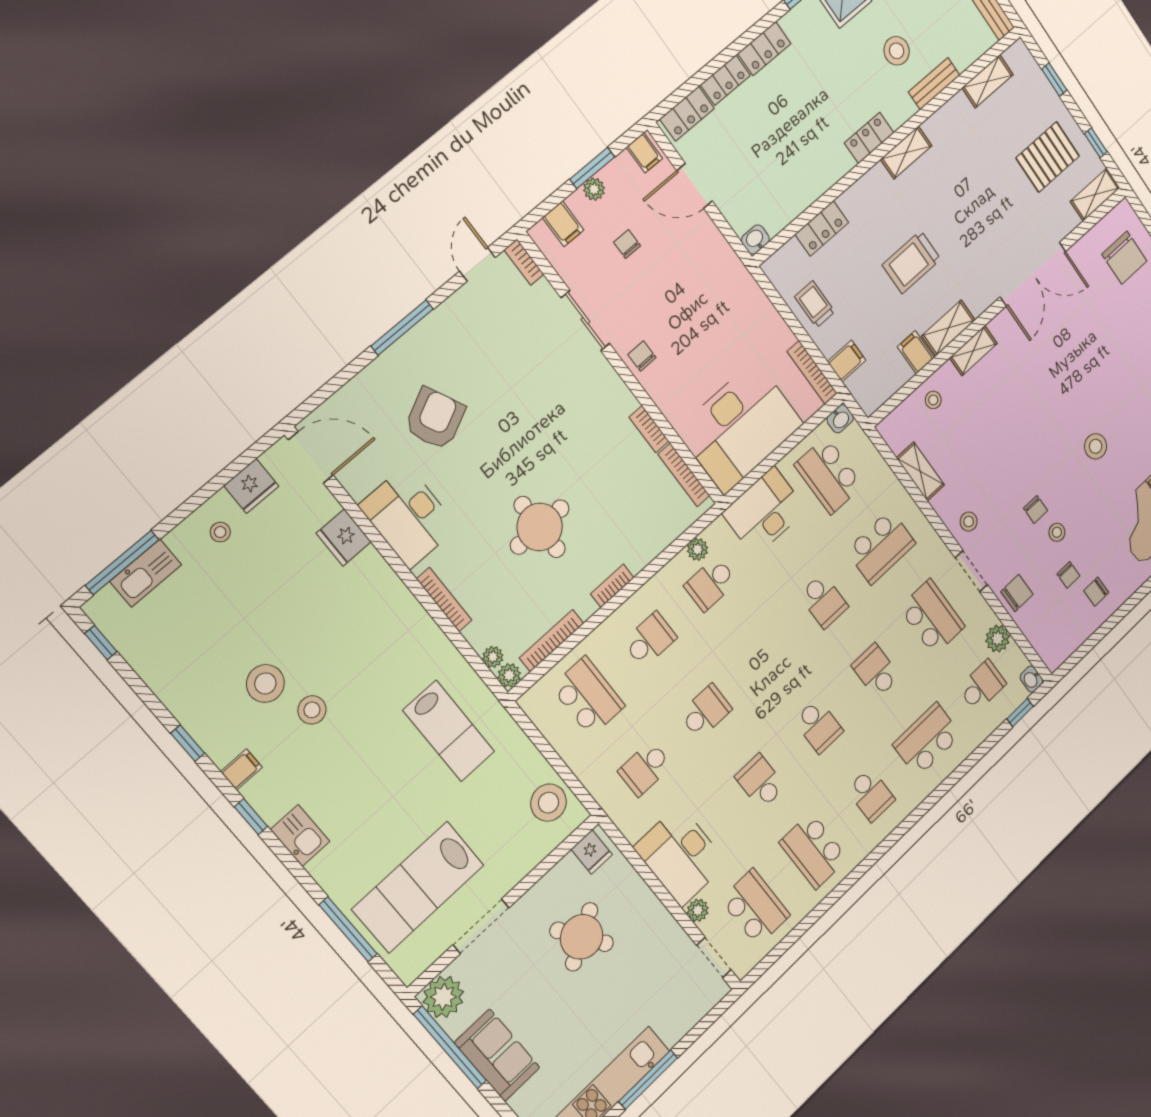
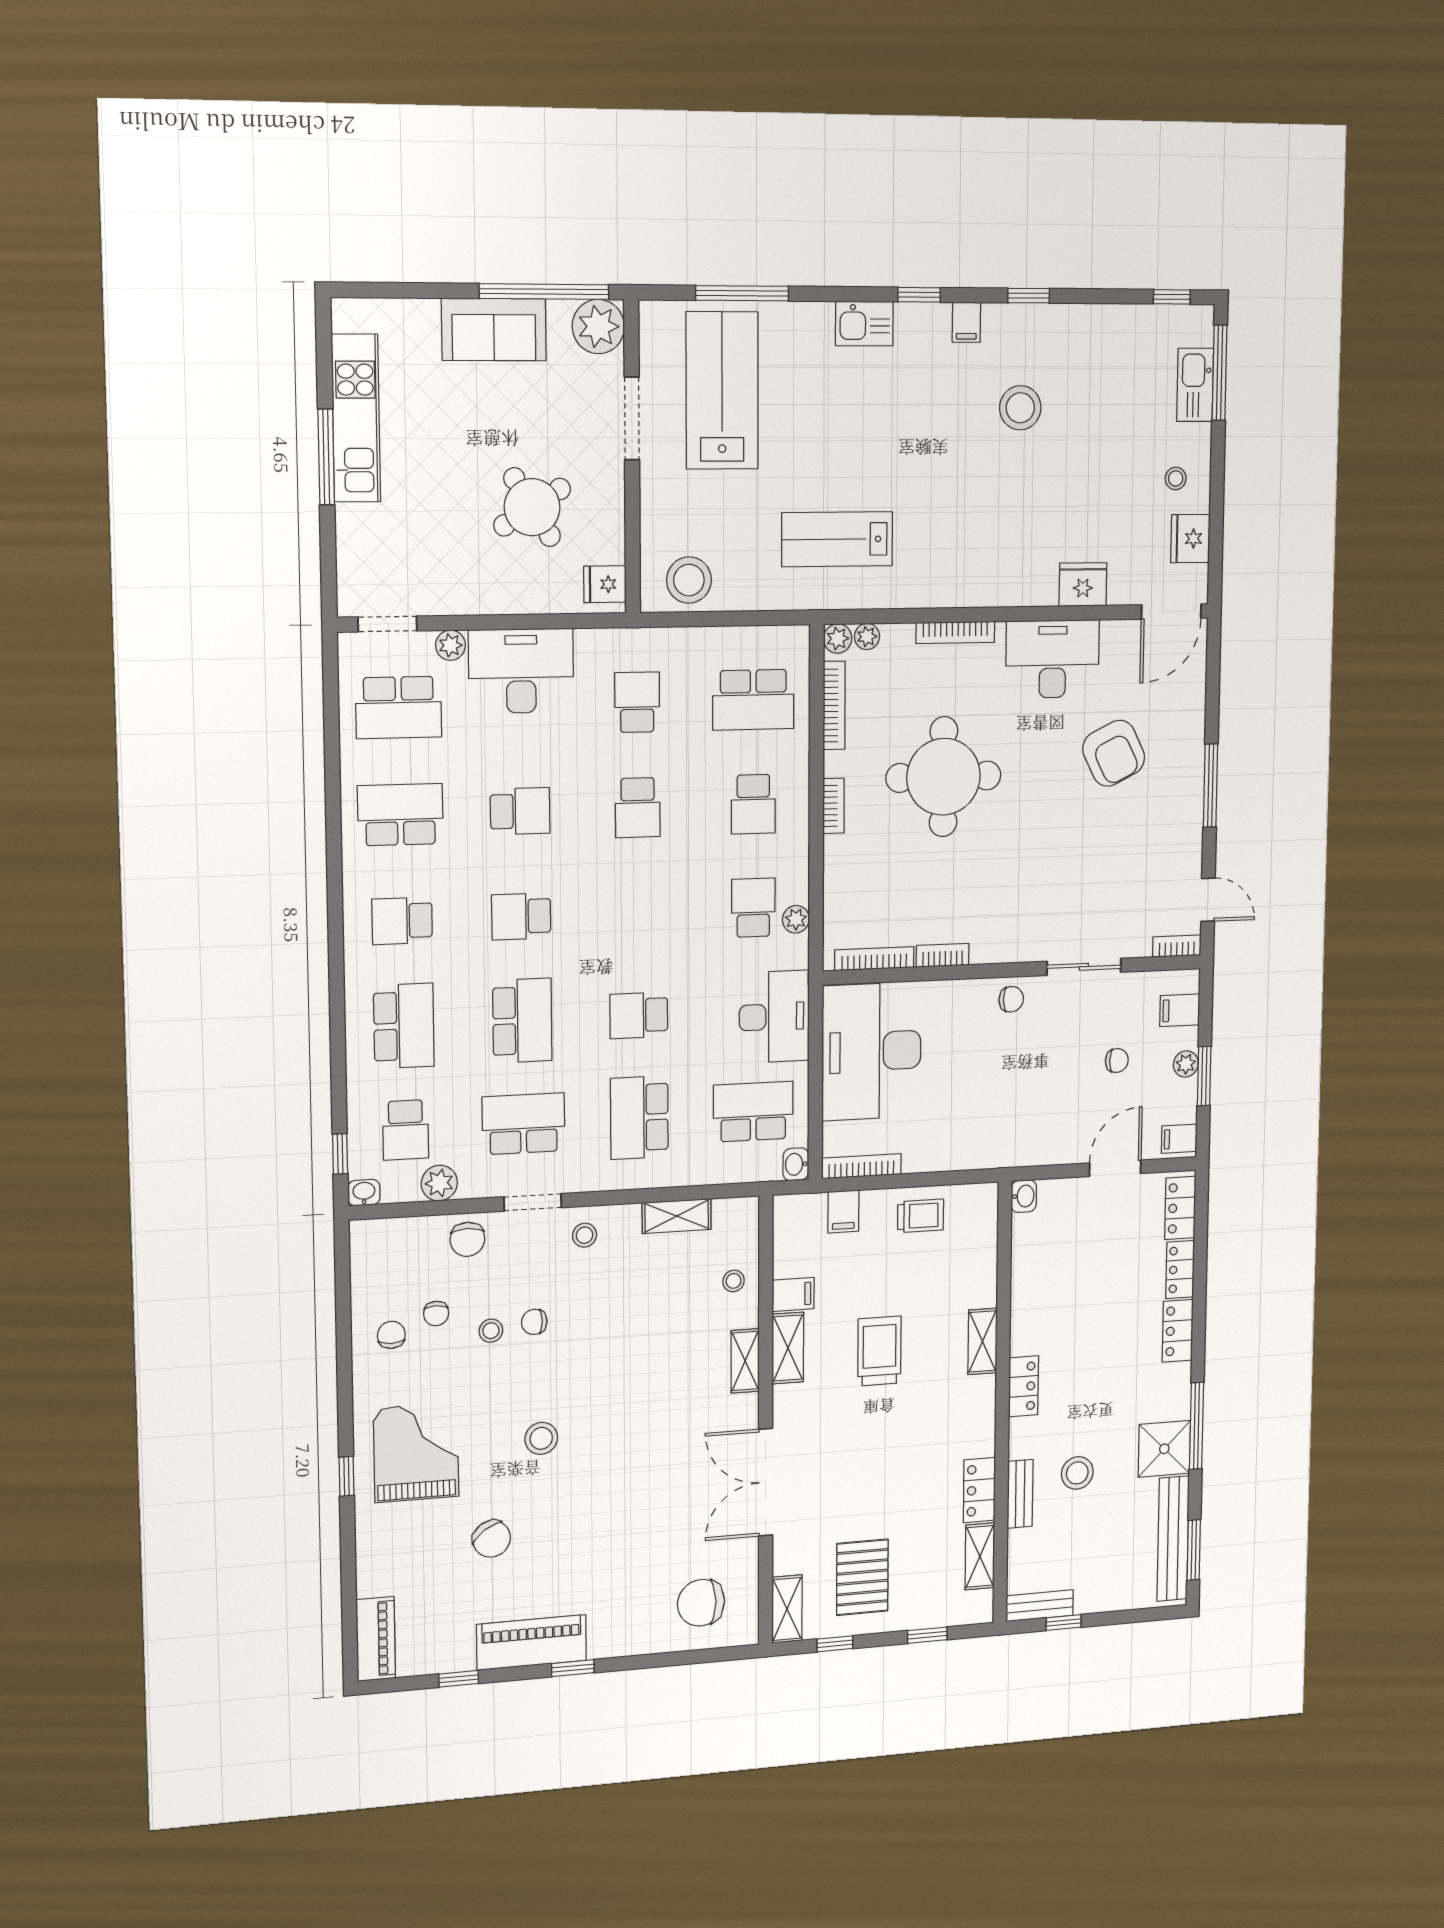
shelving: (906, 152) -> (983, 1341), moved
locker: (822, 228) -> (979, 1490), moved
round table: (540, 527) -> (943, 777), width x1.36, depth x1.36
chair: (1068, 575) -> (436, 1314), turned -90
school desk: (932, 617) -> (523, 1124), turned 180
school desk: (876, 671) -> (522, 1021), width x1.85
stool: (312, 710) -> (963, 429), removed

